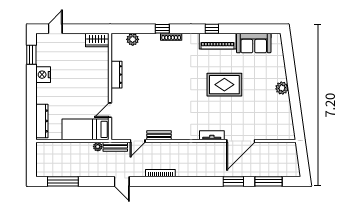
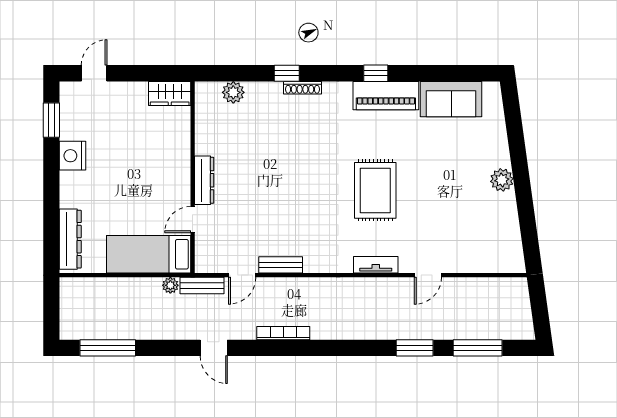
dresser: (116, 75) -> (204, 180), moved
rug: (224, 85) -> (375, 190), moved, turned 90
door: (241, 141) -> (428, 275), width x0.53

